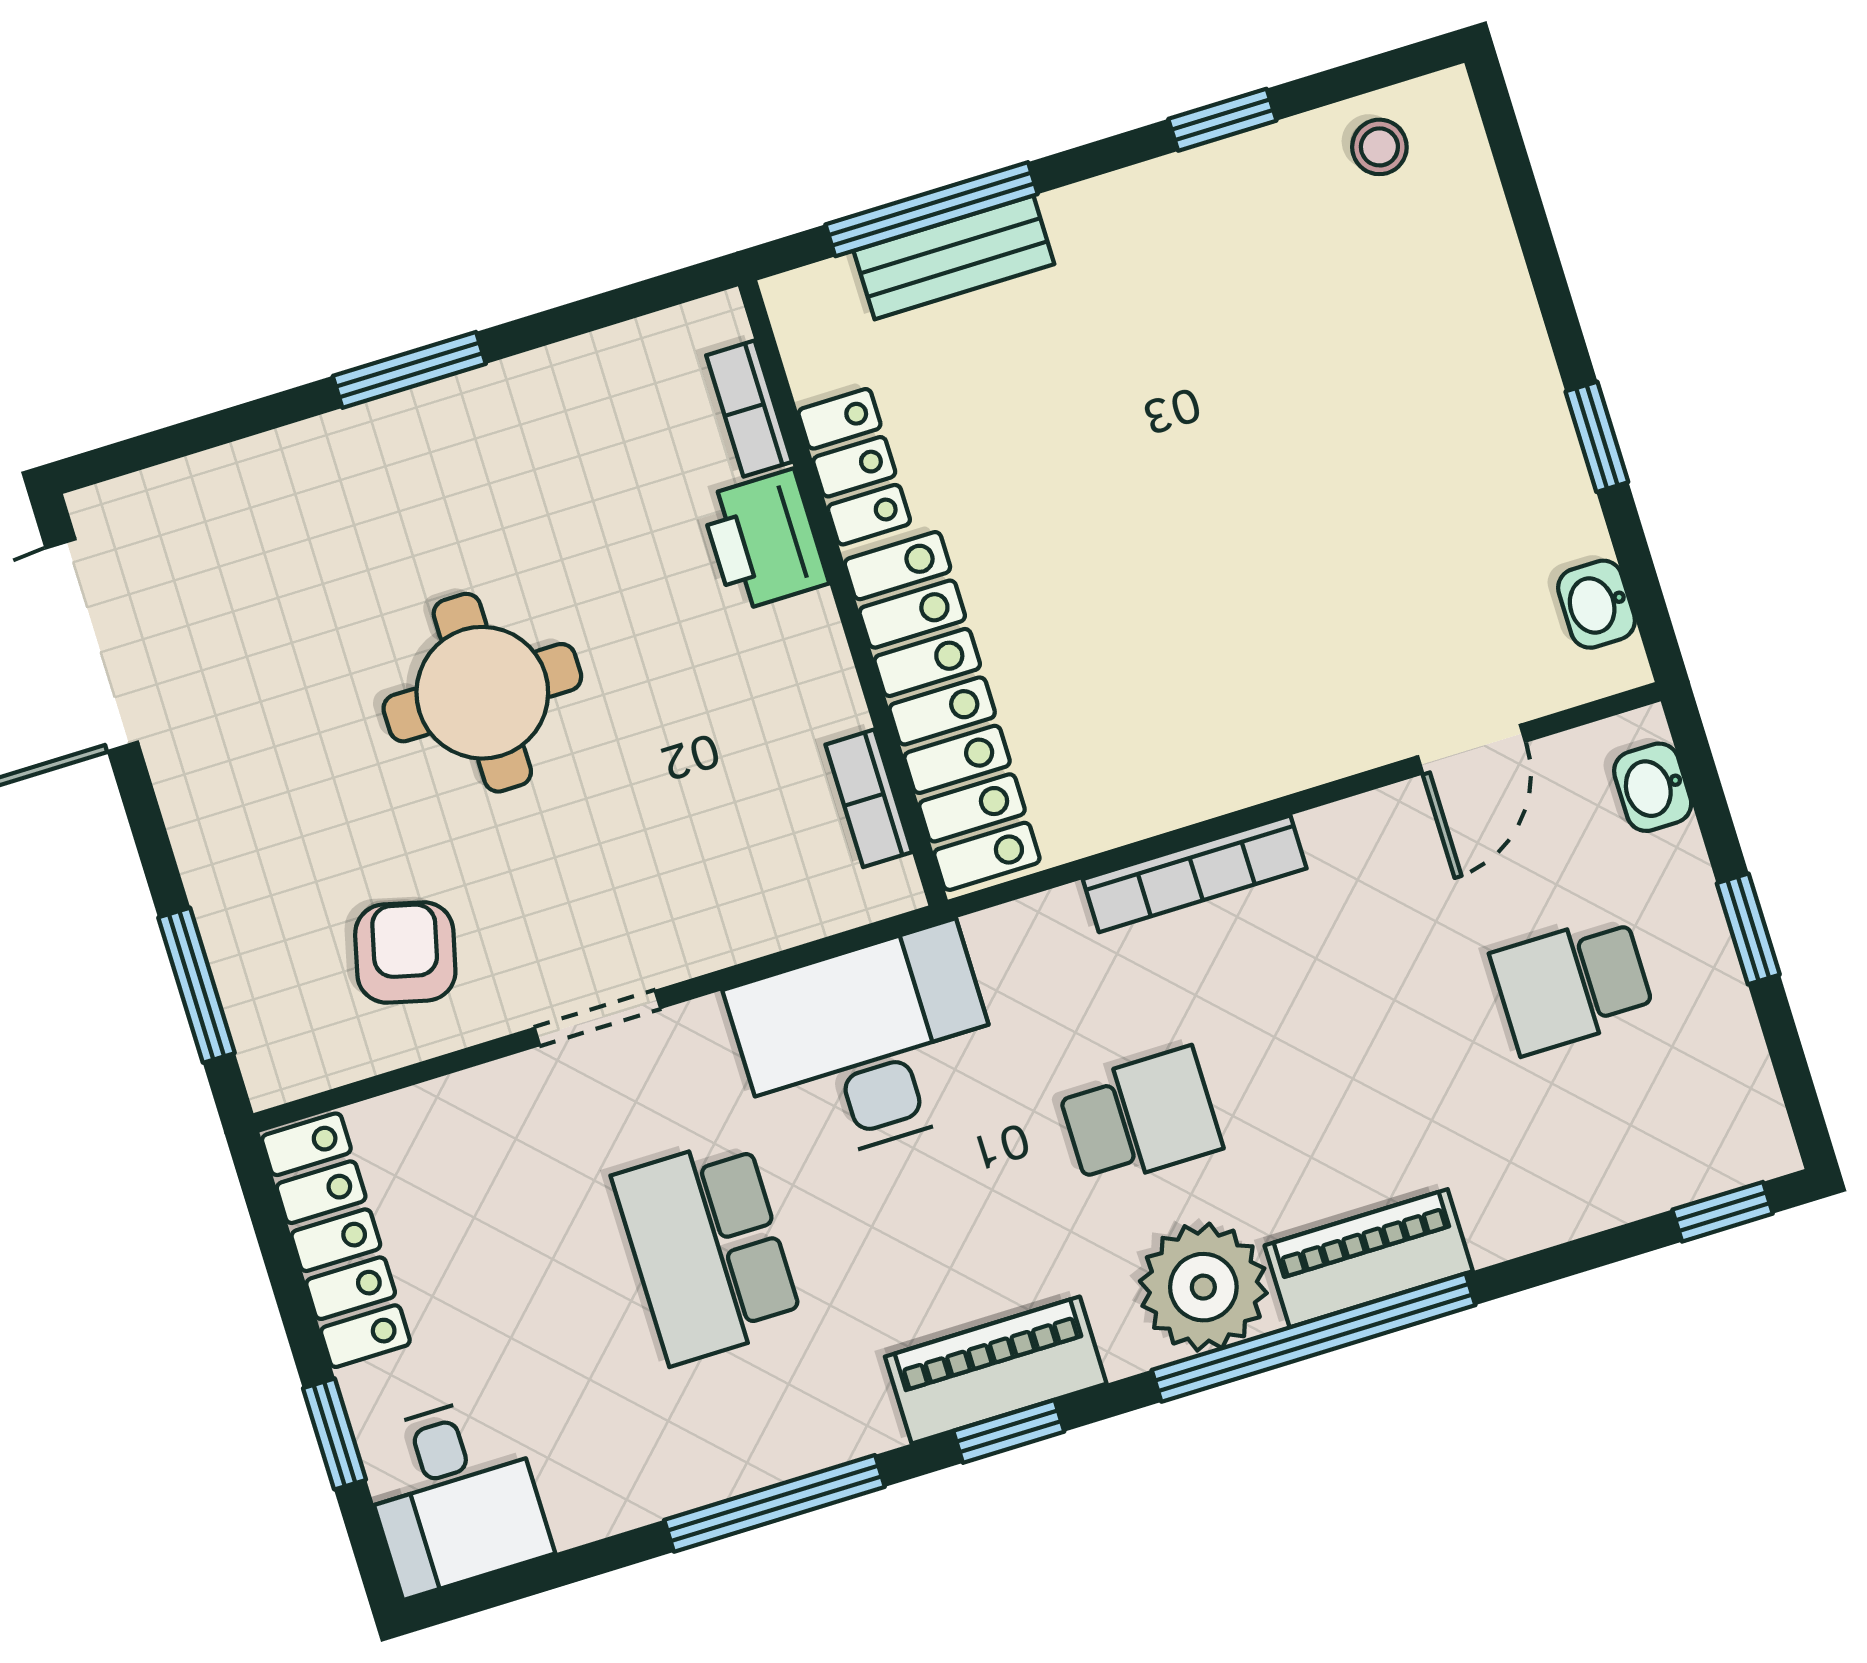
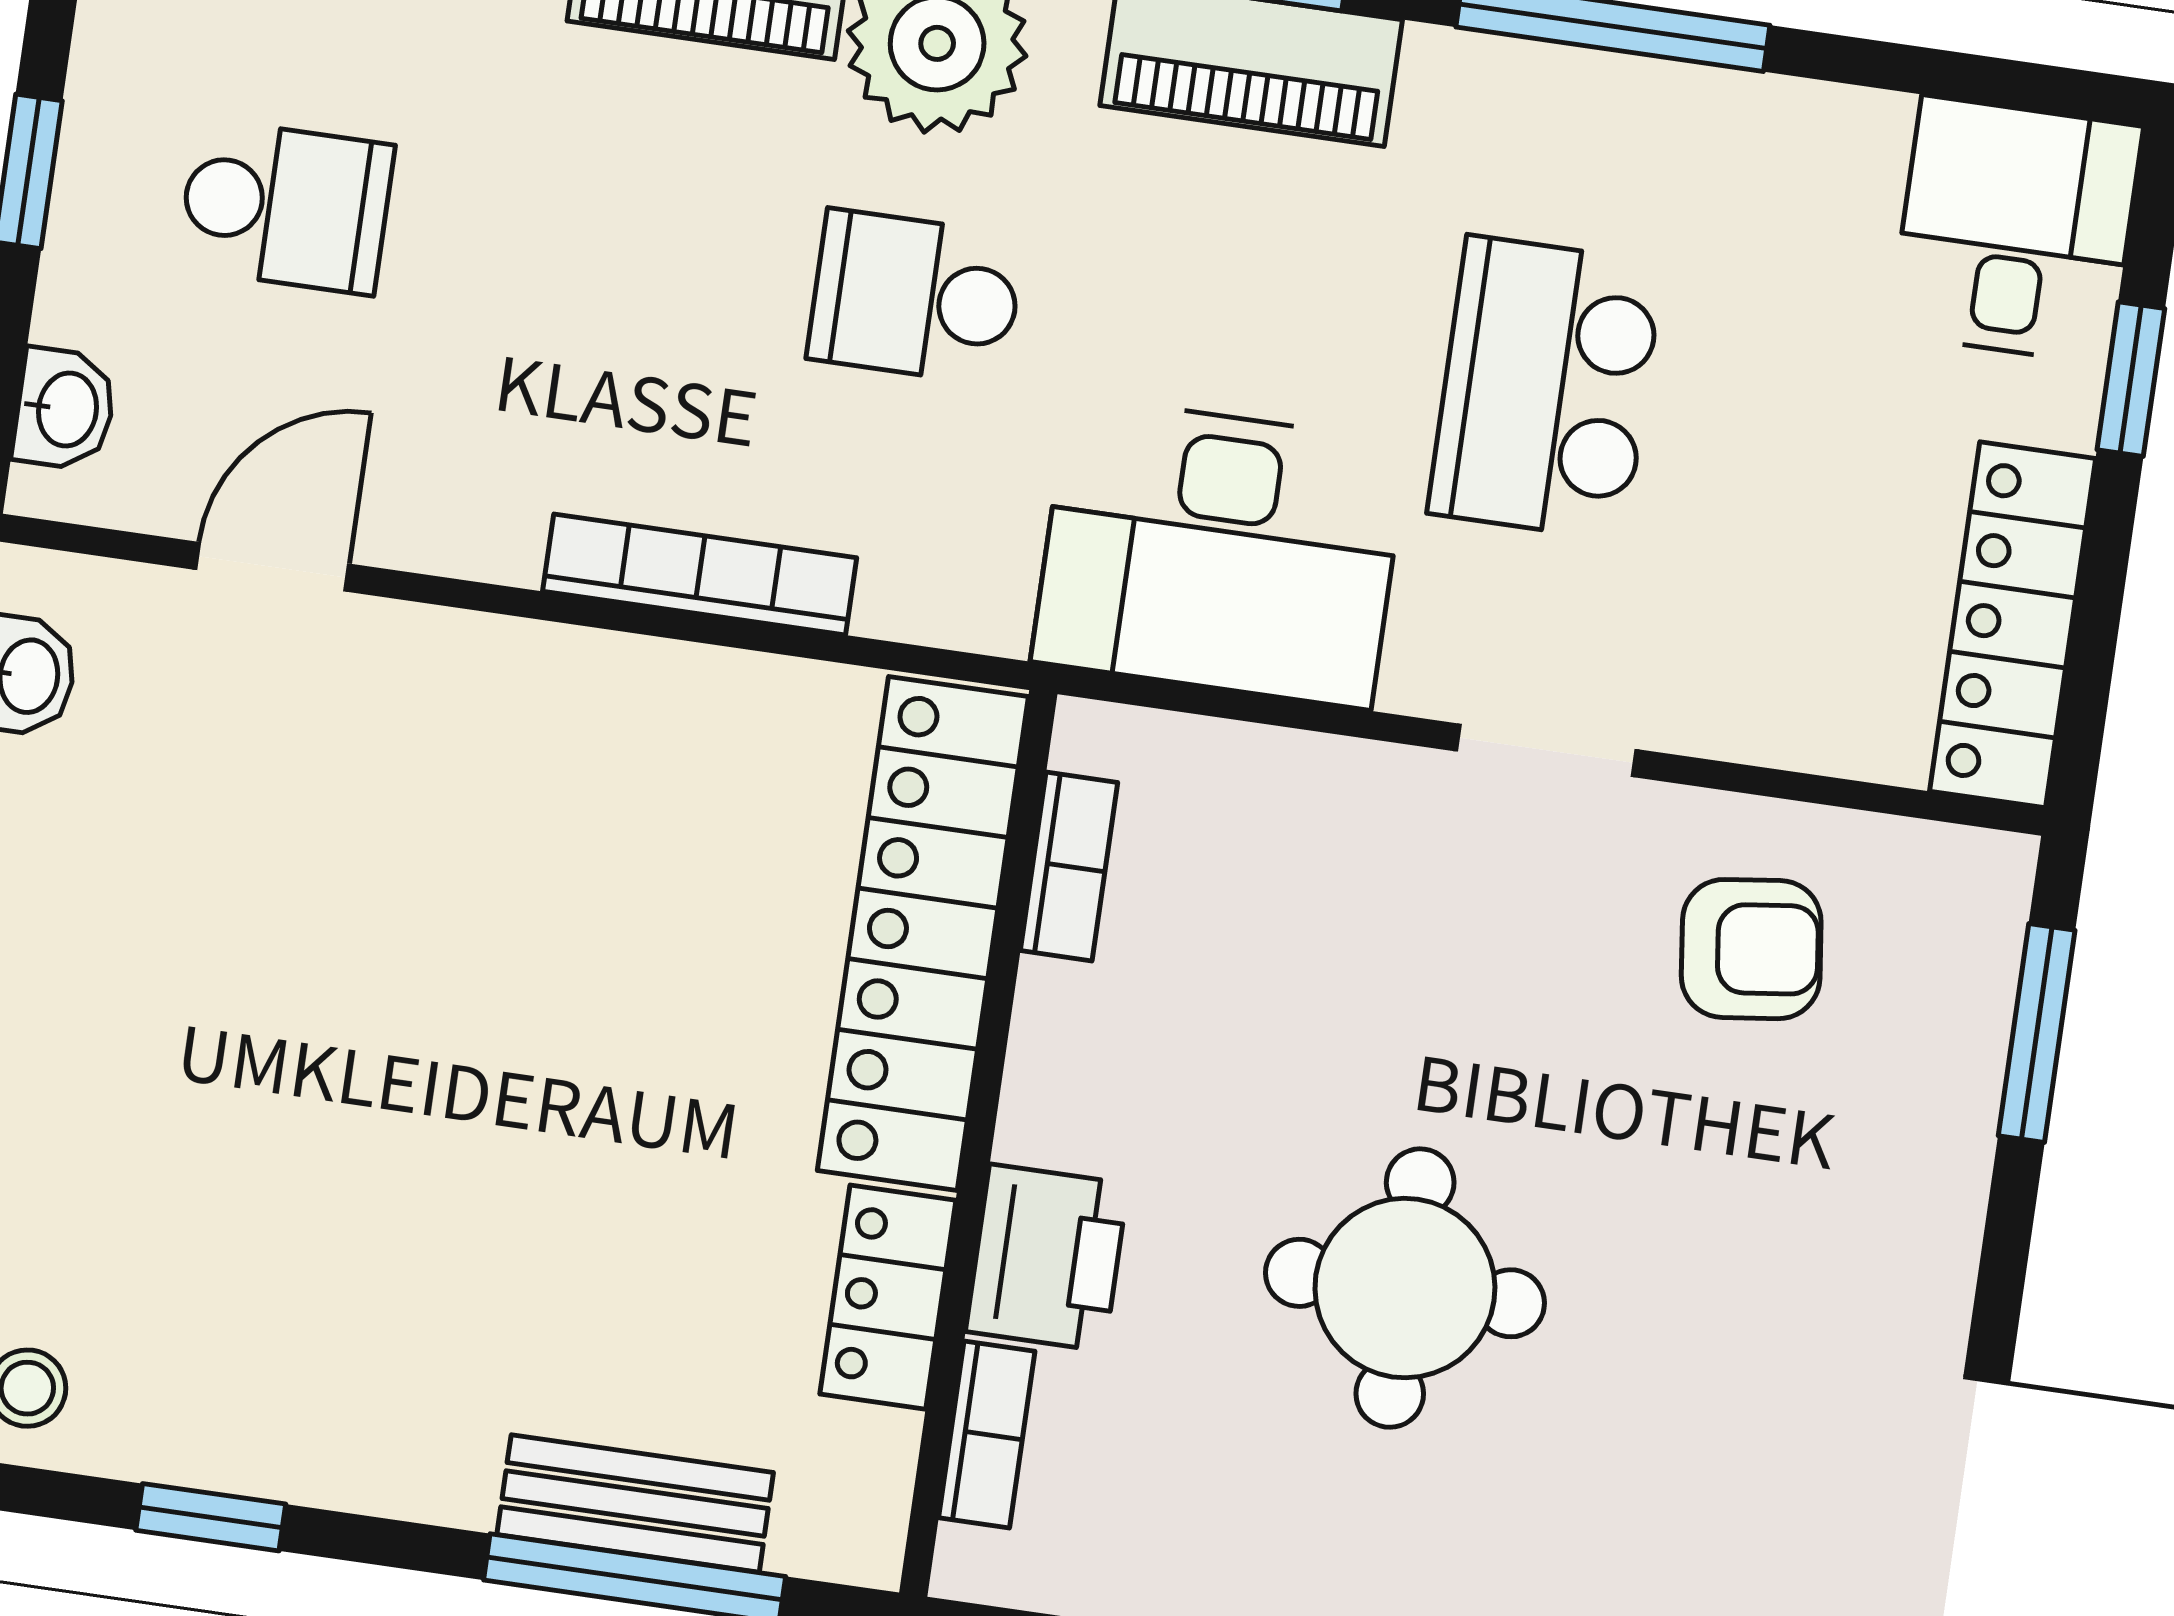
round table: (482, 693) -> (1405, 1288), moved
armchair: (405, 953) -> (1751, 949), turned -111
school desk: (708, 1250) -> (1546, 388), turned 180

